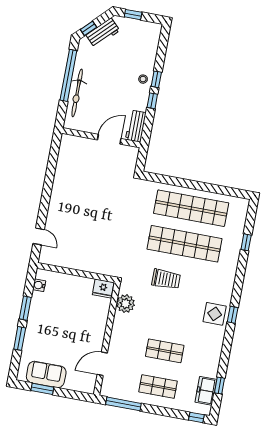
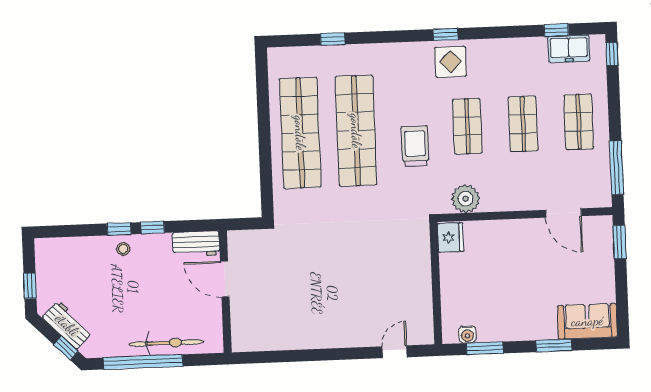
window: (25, 308) -> (485, 348), moved
shop shelf: (171, 315) -> (467, 126), added
sofa: (46, 374) -> (587, 321), moved, turned 90
window: (42, 389) -> (619, 242), moved

